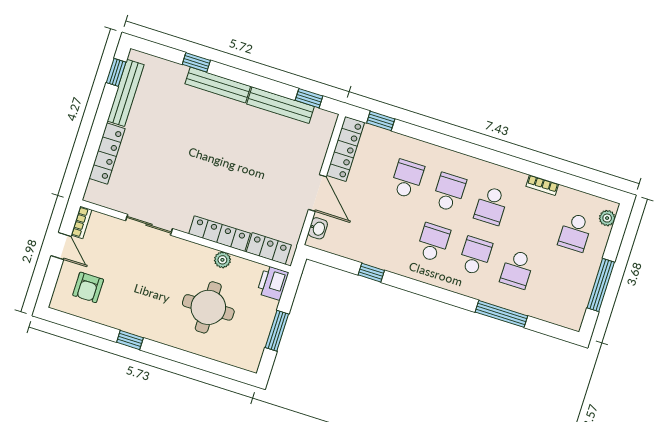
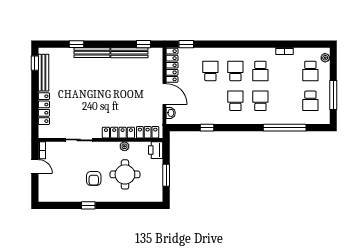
school desk: (517, 269) -> (310, 101), moved
armchair: (88, 287) -> (94, 178), moved
window: (501, 314) -> (285, 128), width x1.46

